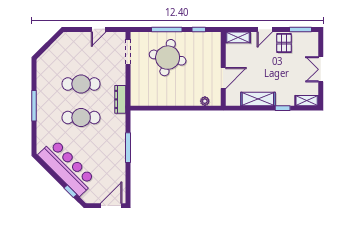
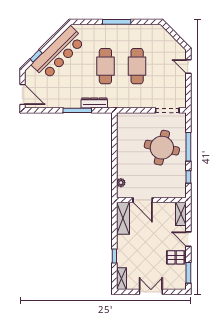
door: (99, 29) -> (188, 67), moved
dresser: (120, 99) -> (94, 103), moved
shelving: (258, 99) -> (123, 218), moved

